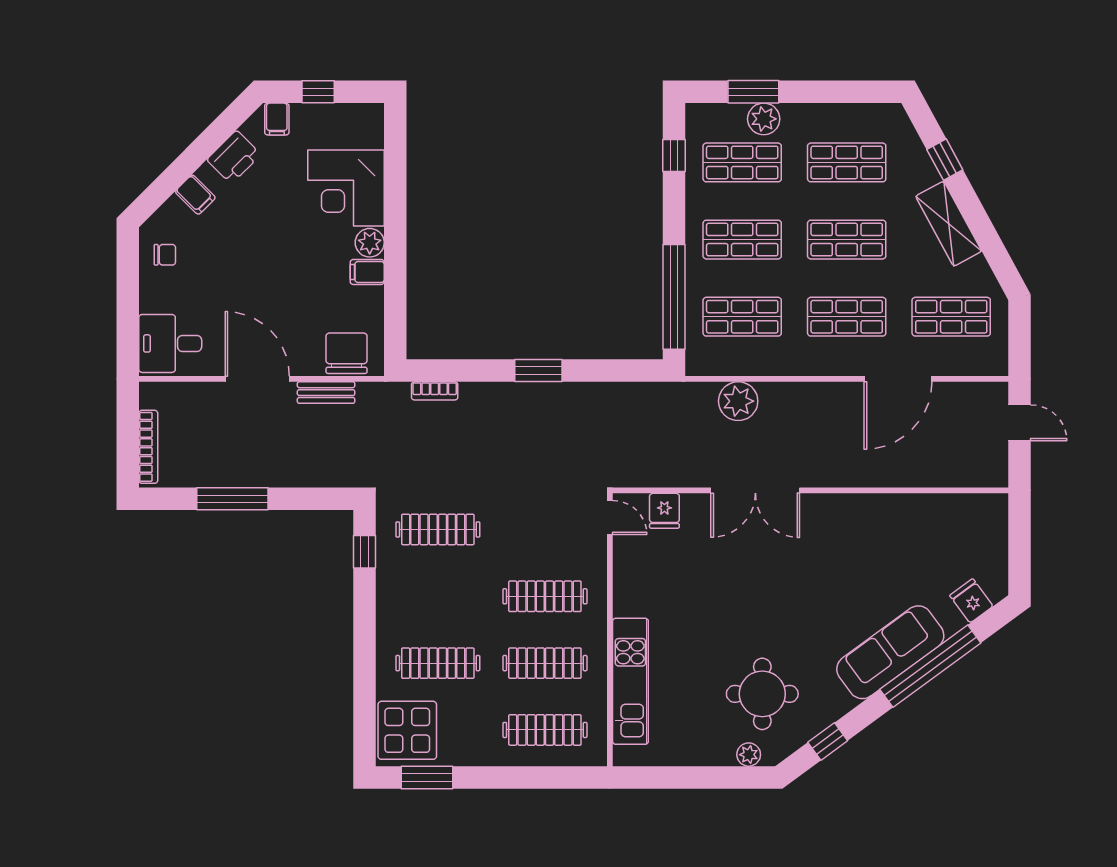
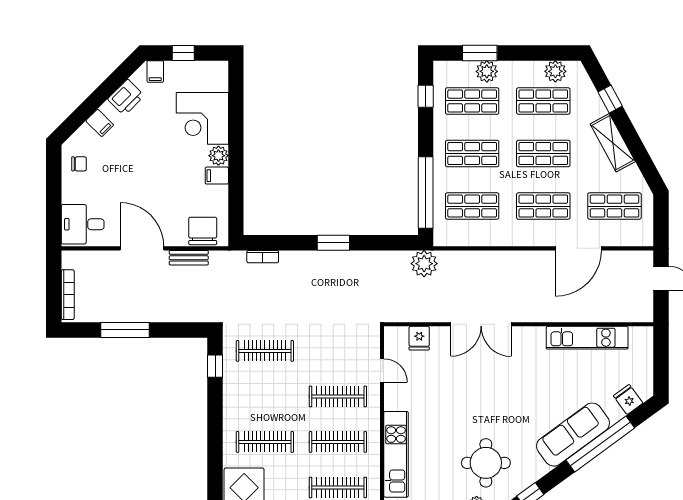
plant: (864, 119) -> (555, 71), added
plant: (738, 401) -> (424, 264), moved
kitchen unit: (911, 510) -> (587, 338), added
door: (610, 517) -> (382, 370), moved

